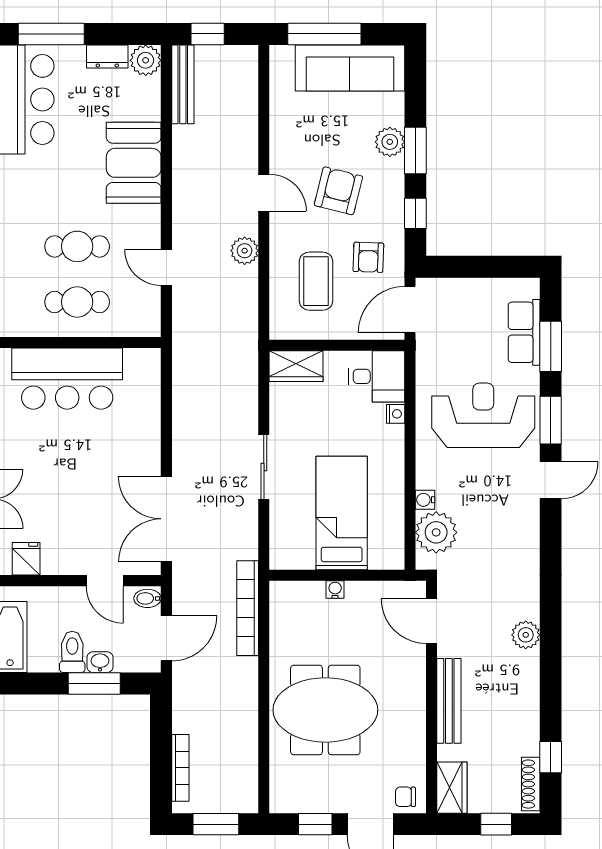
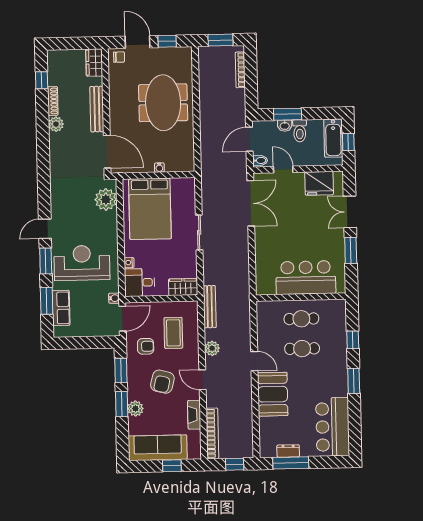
window: (51, 34) -> (291, 463), moved
window: (324, 34) -> (172, 466), width x0.46
plant: (146, 60) -> (268, 449), removed
bench: (183, 84) -> (210, 307), moved
fireplace: (281, 128) -> (194, 415), added
window: (415, 213) -> (121, 370), width x1.50
armchair: (368, 257) -> (146, 346), turned 88
door: (166, 268) -> (254, 361), moved
reception desk: (483, 415) -> (82, 263), turned 180
water cooler: (425, 500) -> (114, 298), moved
bed: (342, 513) -> (150, 209), width x1.50
fridge: (26, 559) -> (319, 183), width x1.88, depth x1.34
bookcase: (248, 608) -> (212, 433), moved
door: (432, 621) -> (107, 152), width x1.36
plant: (526, 635) -> (56, 124), moved
meeting table: (325, 710) -> (163, 103), turned 90
shoe rack: (531, 784) -> (53, 101), moved
window: (496, 824) -> (70, 43), removed

